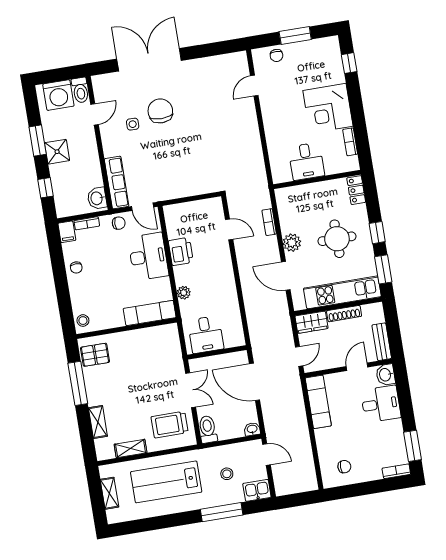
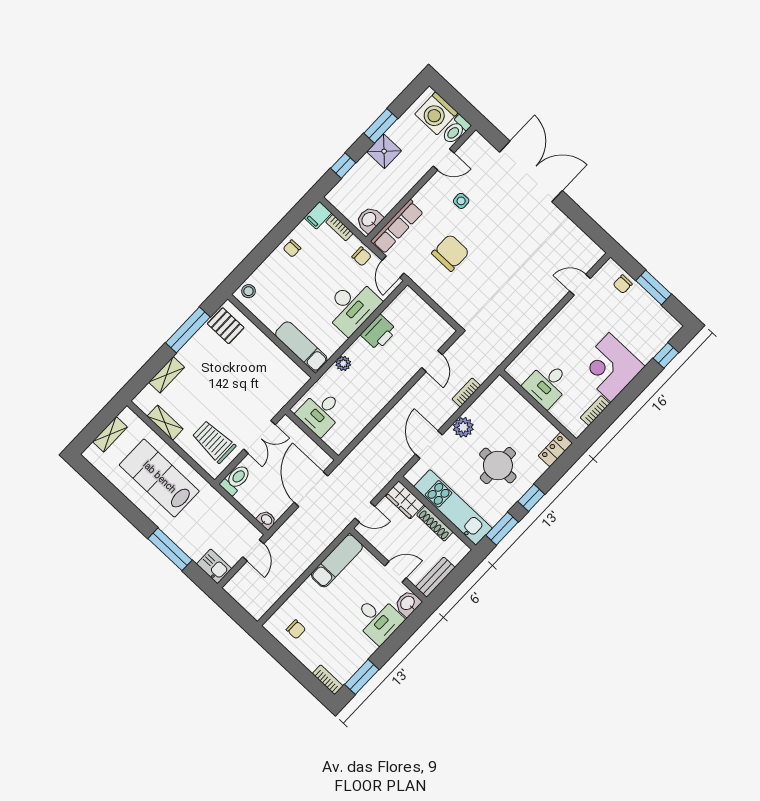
chair: (160, 111) -> (450, 253), moved
stool: (227, 474) -> (208, 528), removed

